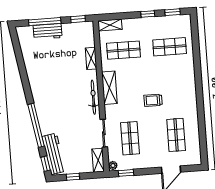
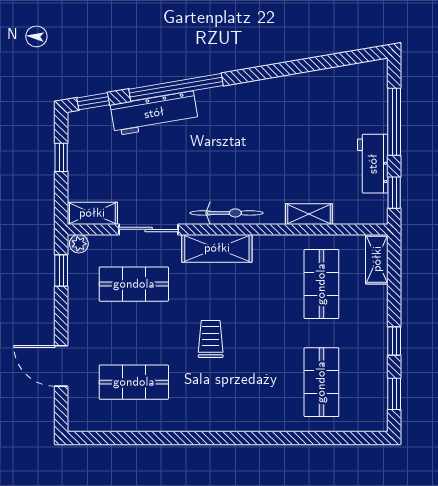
workbench: (48, 31) -> (373, 164), moved
shelving: (109, 88) -> (217, 248), moved
workbench: (54, 154) -> (154, 113), moved

